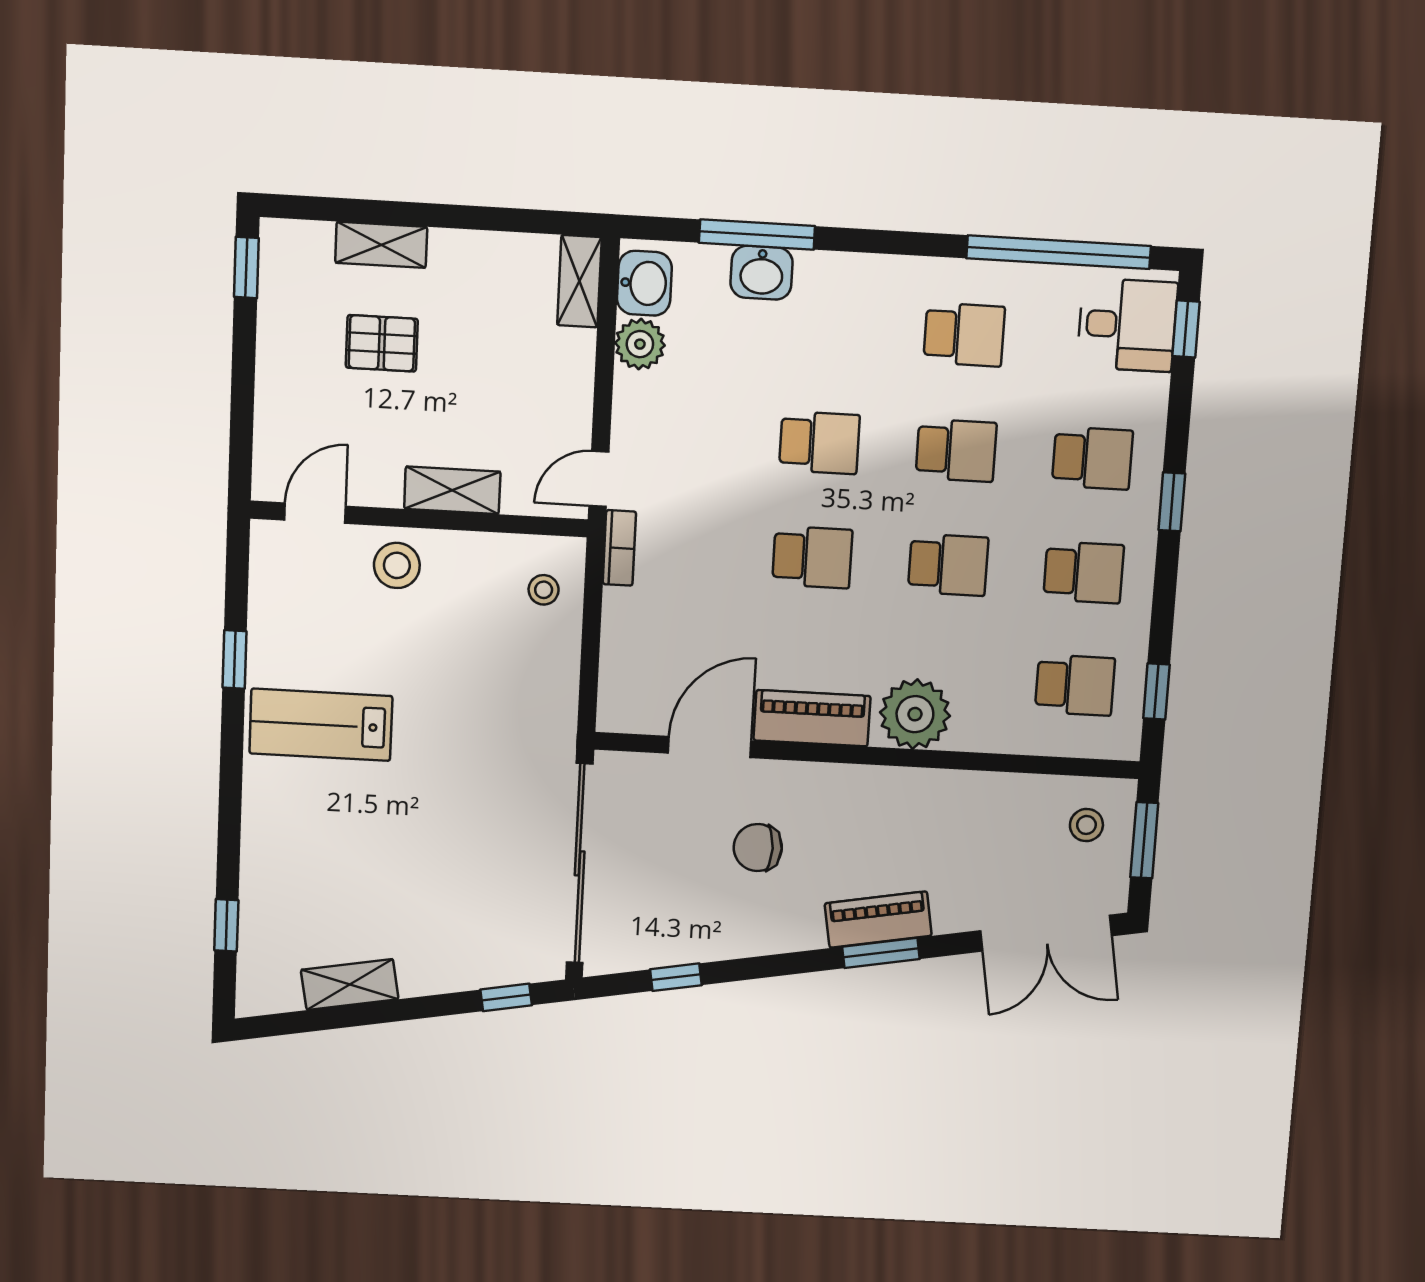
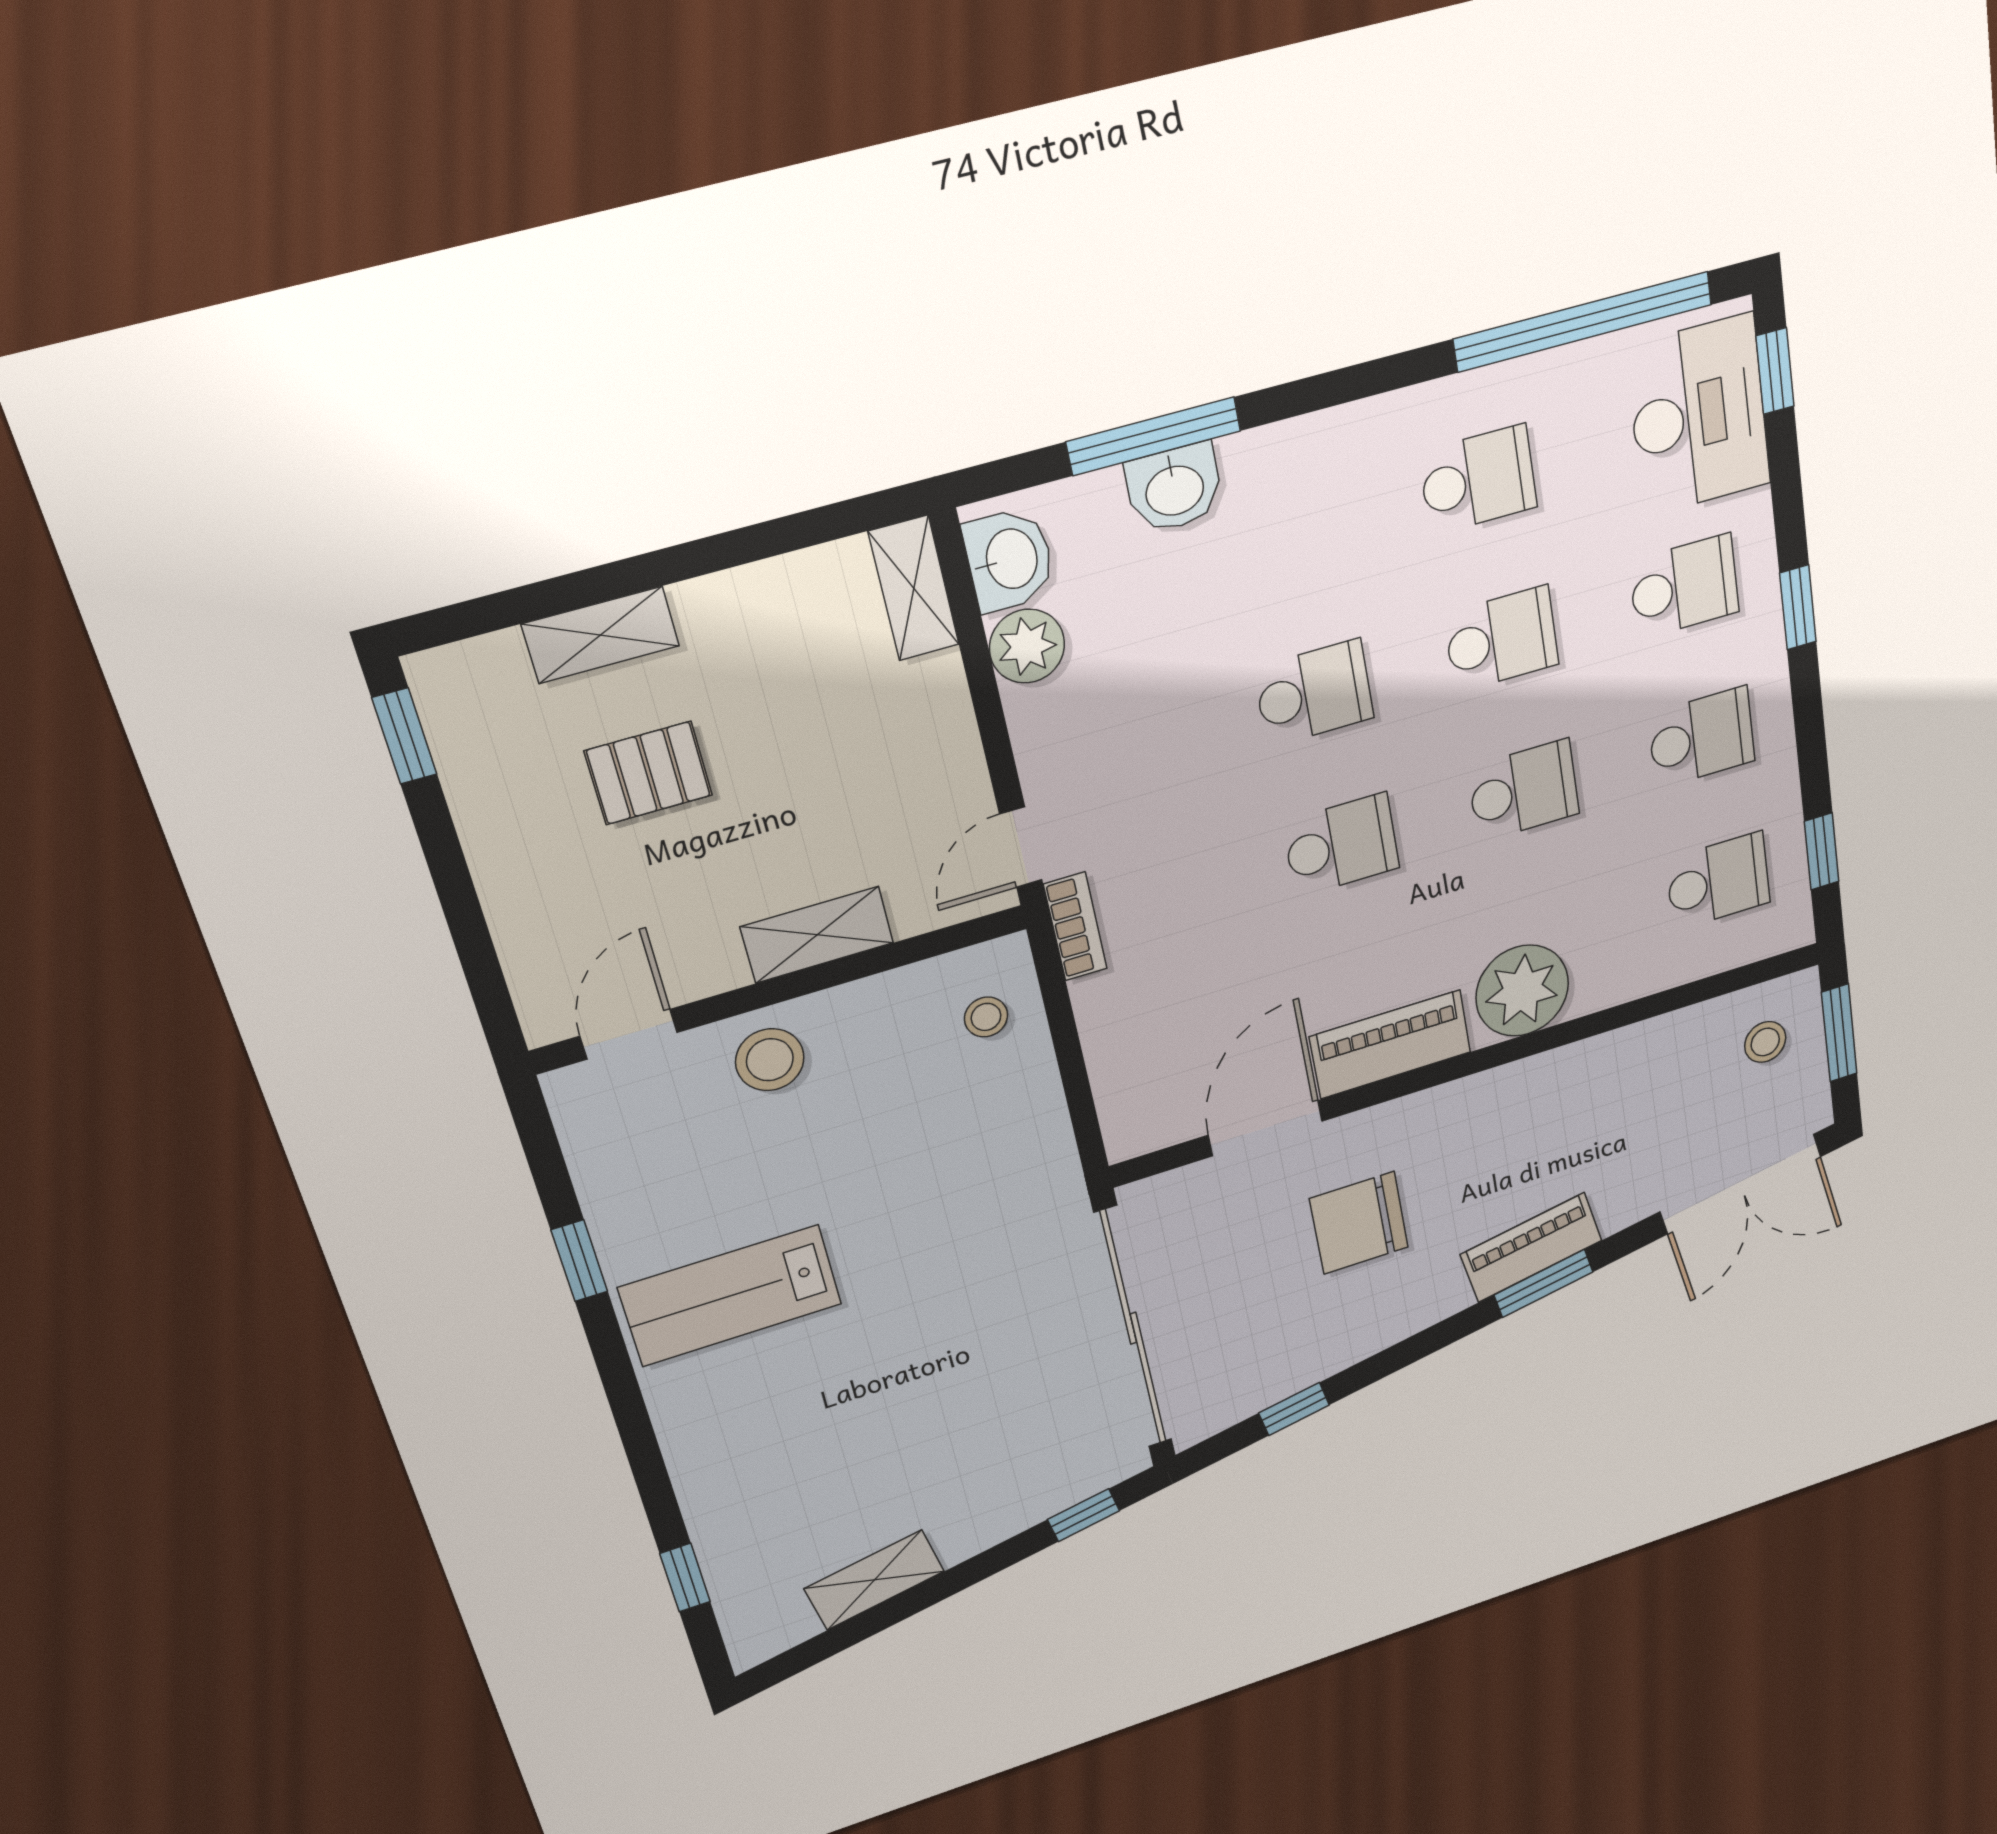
desk: (1127, 325) -> (1698, 415), width x1.37
chair: (758, 848) -> (1359, 1223), width x1.37, depth x1.37

